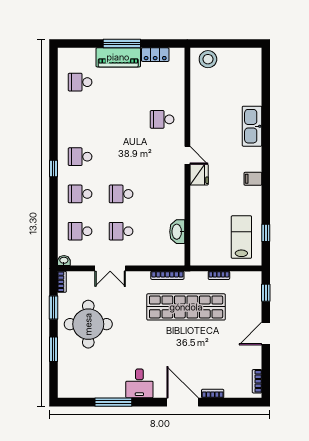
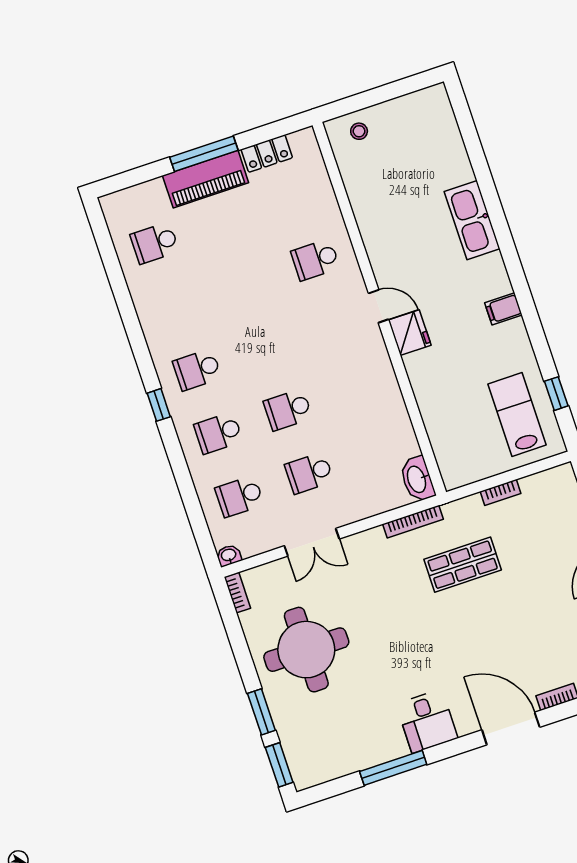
stool: (208, 59) -> (359, 131), width x0.53, depth x0.53
washbasin: (177, 232) -> (417, 479), moved
window: (53, 307) -> (279, 765), moved
shop shelf: (186, 307) -> (463, 565), width x0.50, depth x0.74

